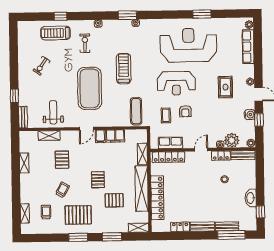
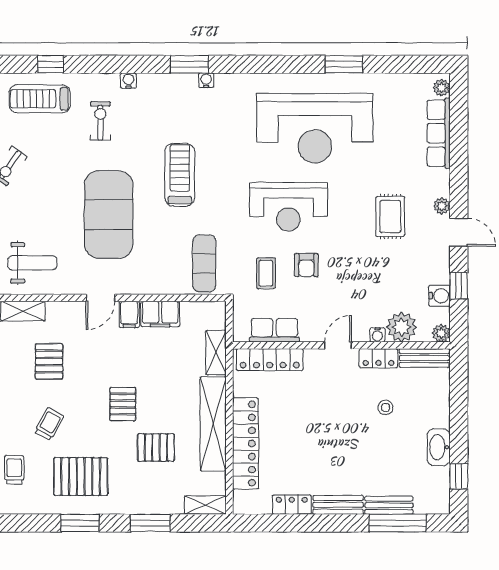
reception desk: (188, 45) -> (315, 128), turned 180
weight bench: (53, 112) -> (32, 263), turned 90
water cooler: (250, 115) -> (439, 296), moved

